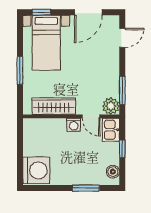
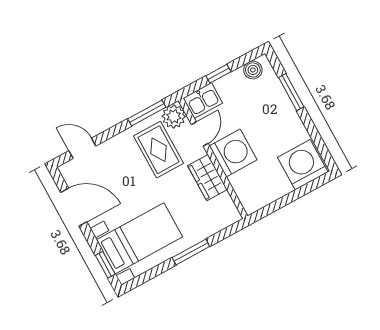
rug: (95, 85) -> (158, 150), added
wardrobe: (54, 106) -> (207, 178), width x0.67
washing machine: (74, 125) -> (233, 153), width x1.89, depth x1.89

